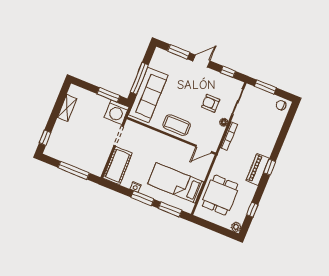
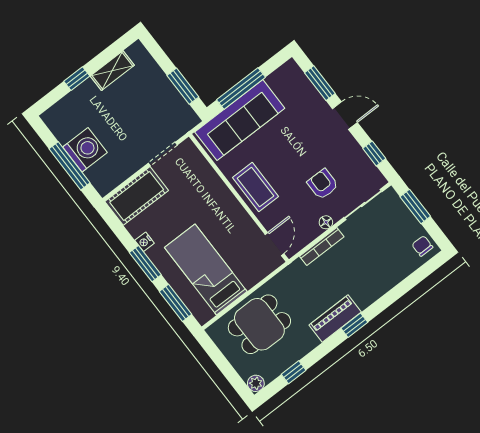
washing machine: (117, 112) -> (85, 150), moved, turned 180
window: (45, 138) -> (77, 79), moved
door: (204, 149) -> (274, 244), swing flipped

